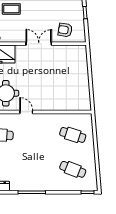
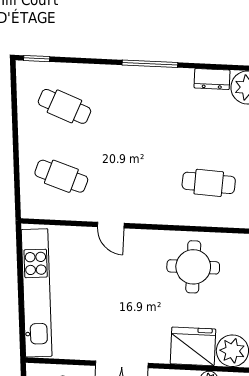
kitchen unit: (82, 77) -> (37, 293), added
door: (26, 112) -> (111, 225), moved

